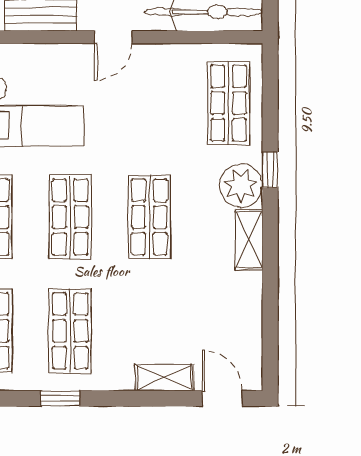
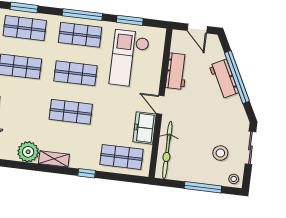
freezer: (164, 64) -> (145, 128), added
plant: (241, 186) -> (28, 152), moved

